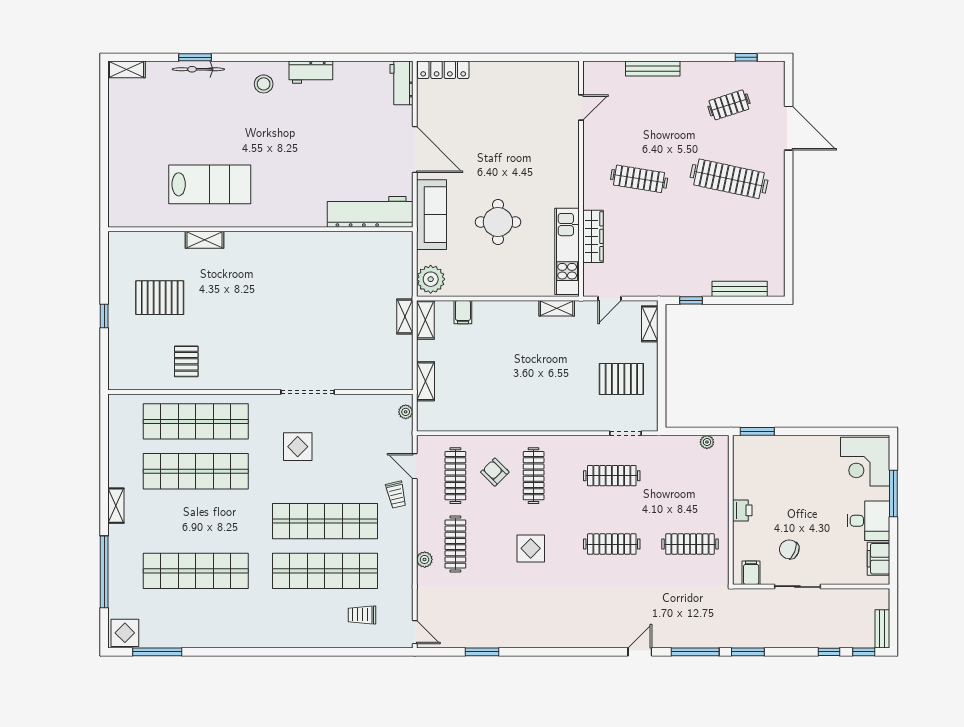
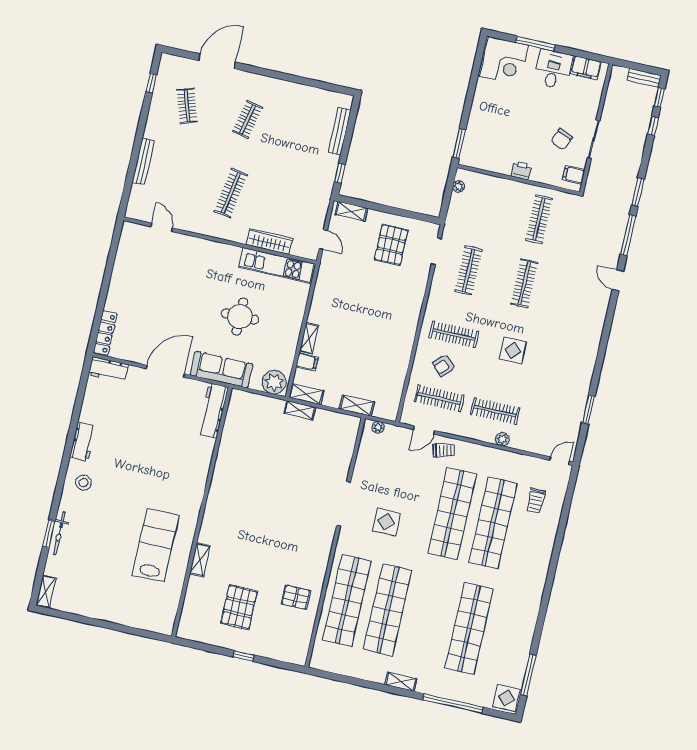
clothes rail: (729, 179) -> (247, 120), width x0.54, depth x0.76
workbench: (370, 212) -> (213, 411), width x0.73, depth x0.76
shelving: (557, 308) -> (309, 338), moved

